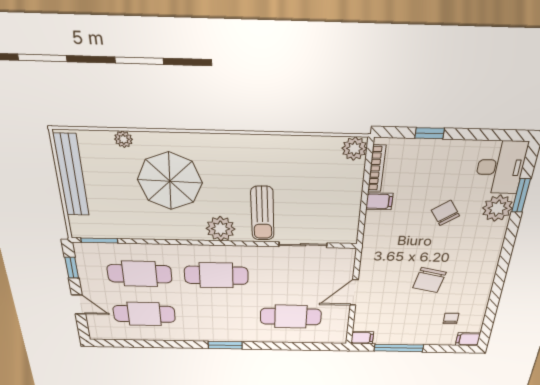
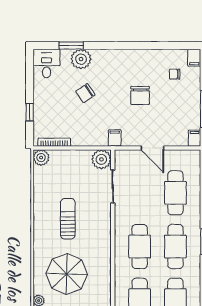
desk: (500, 167) -> (46, 63), width x0.73
filing cabinet: (379, 201) -> (115, 138), moved
sun lounger: (262, 213) -> (68, 219), moved, turned -88
plant: (221, 229) -> (101, 159), moved
chair: (429, 280) -> (140, 95), turned 78
cafe table: (218, 315) -> (175, 247), added

